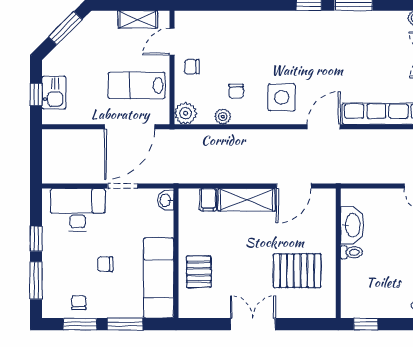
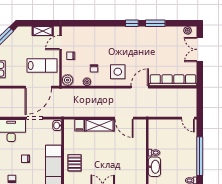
lab bench: (137, 85) -> (42, 65), turned 180
door: (294, 186) -> (124, 118), hinge flipped
washbasin: (352, 225) -> (154, 167), moved
pallet: (297, 271) -> (126, 162), removed

